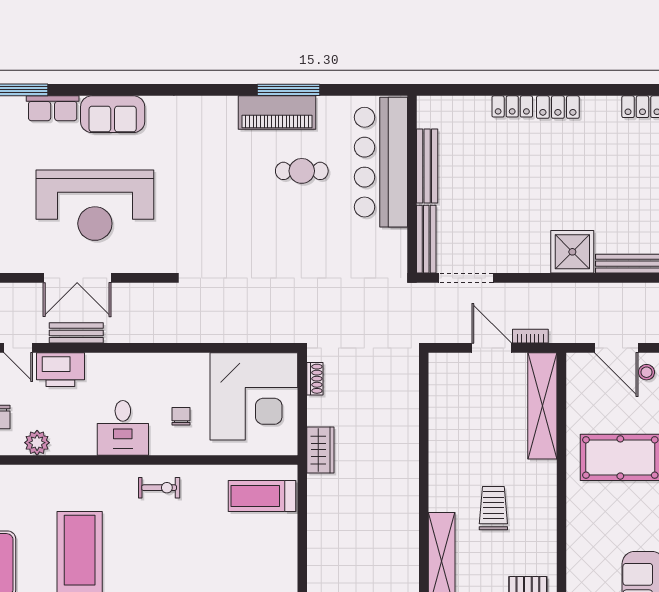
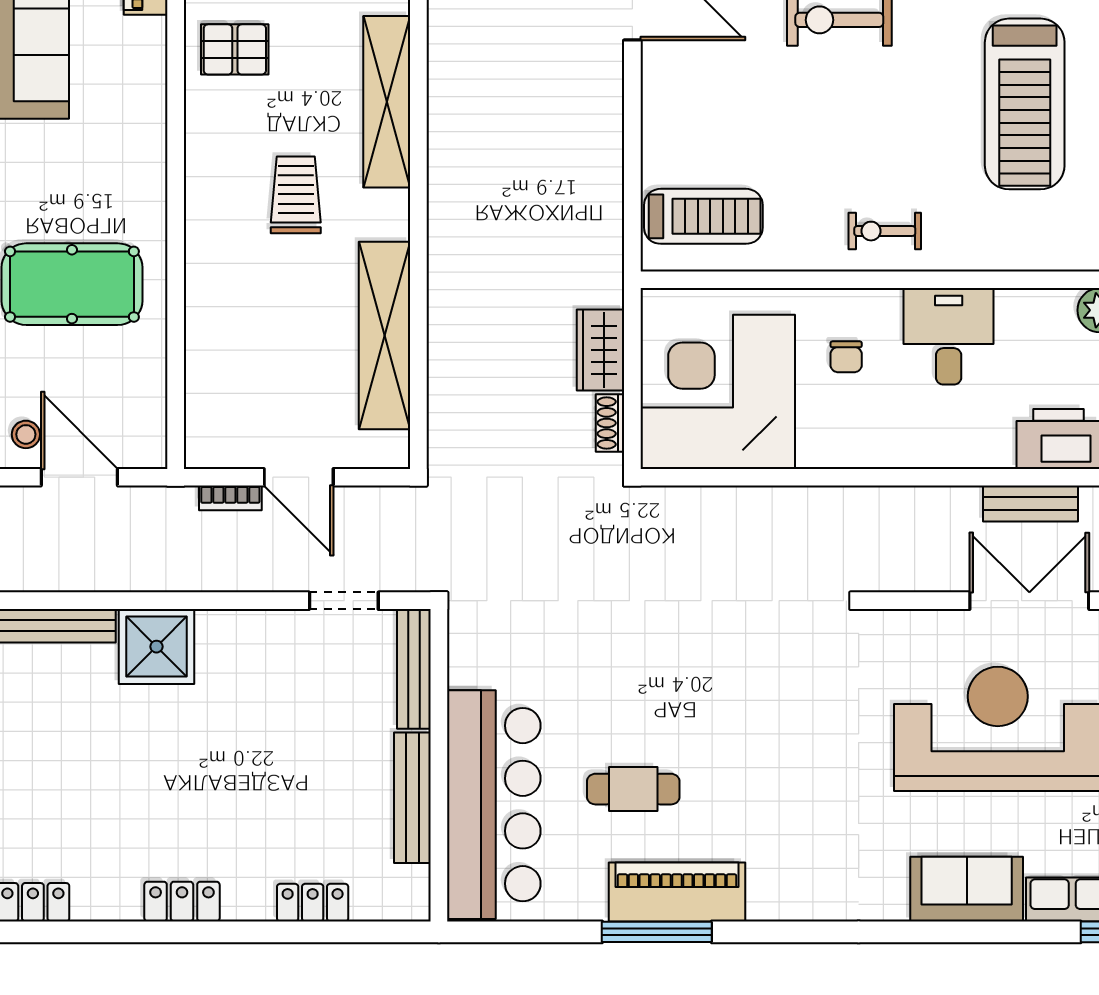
locker: (512, 106) -> (313, 903), moved
doorway: (466, 278) -> (344, 601), width x0.73
shelving: (542, 406) -> (385, 335), moved
wardrobe: (320, 450) -> (600, 350), moved
trolley: (493, 508) -> (296, 195), turned 180

